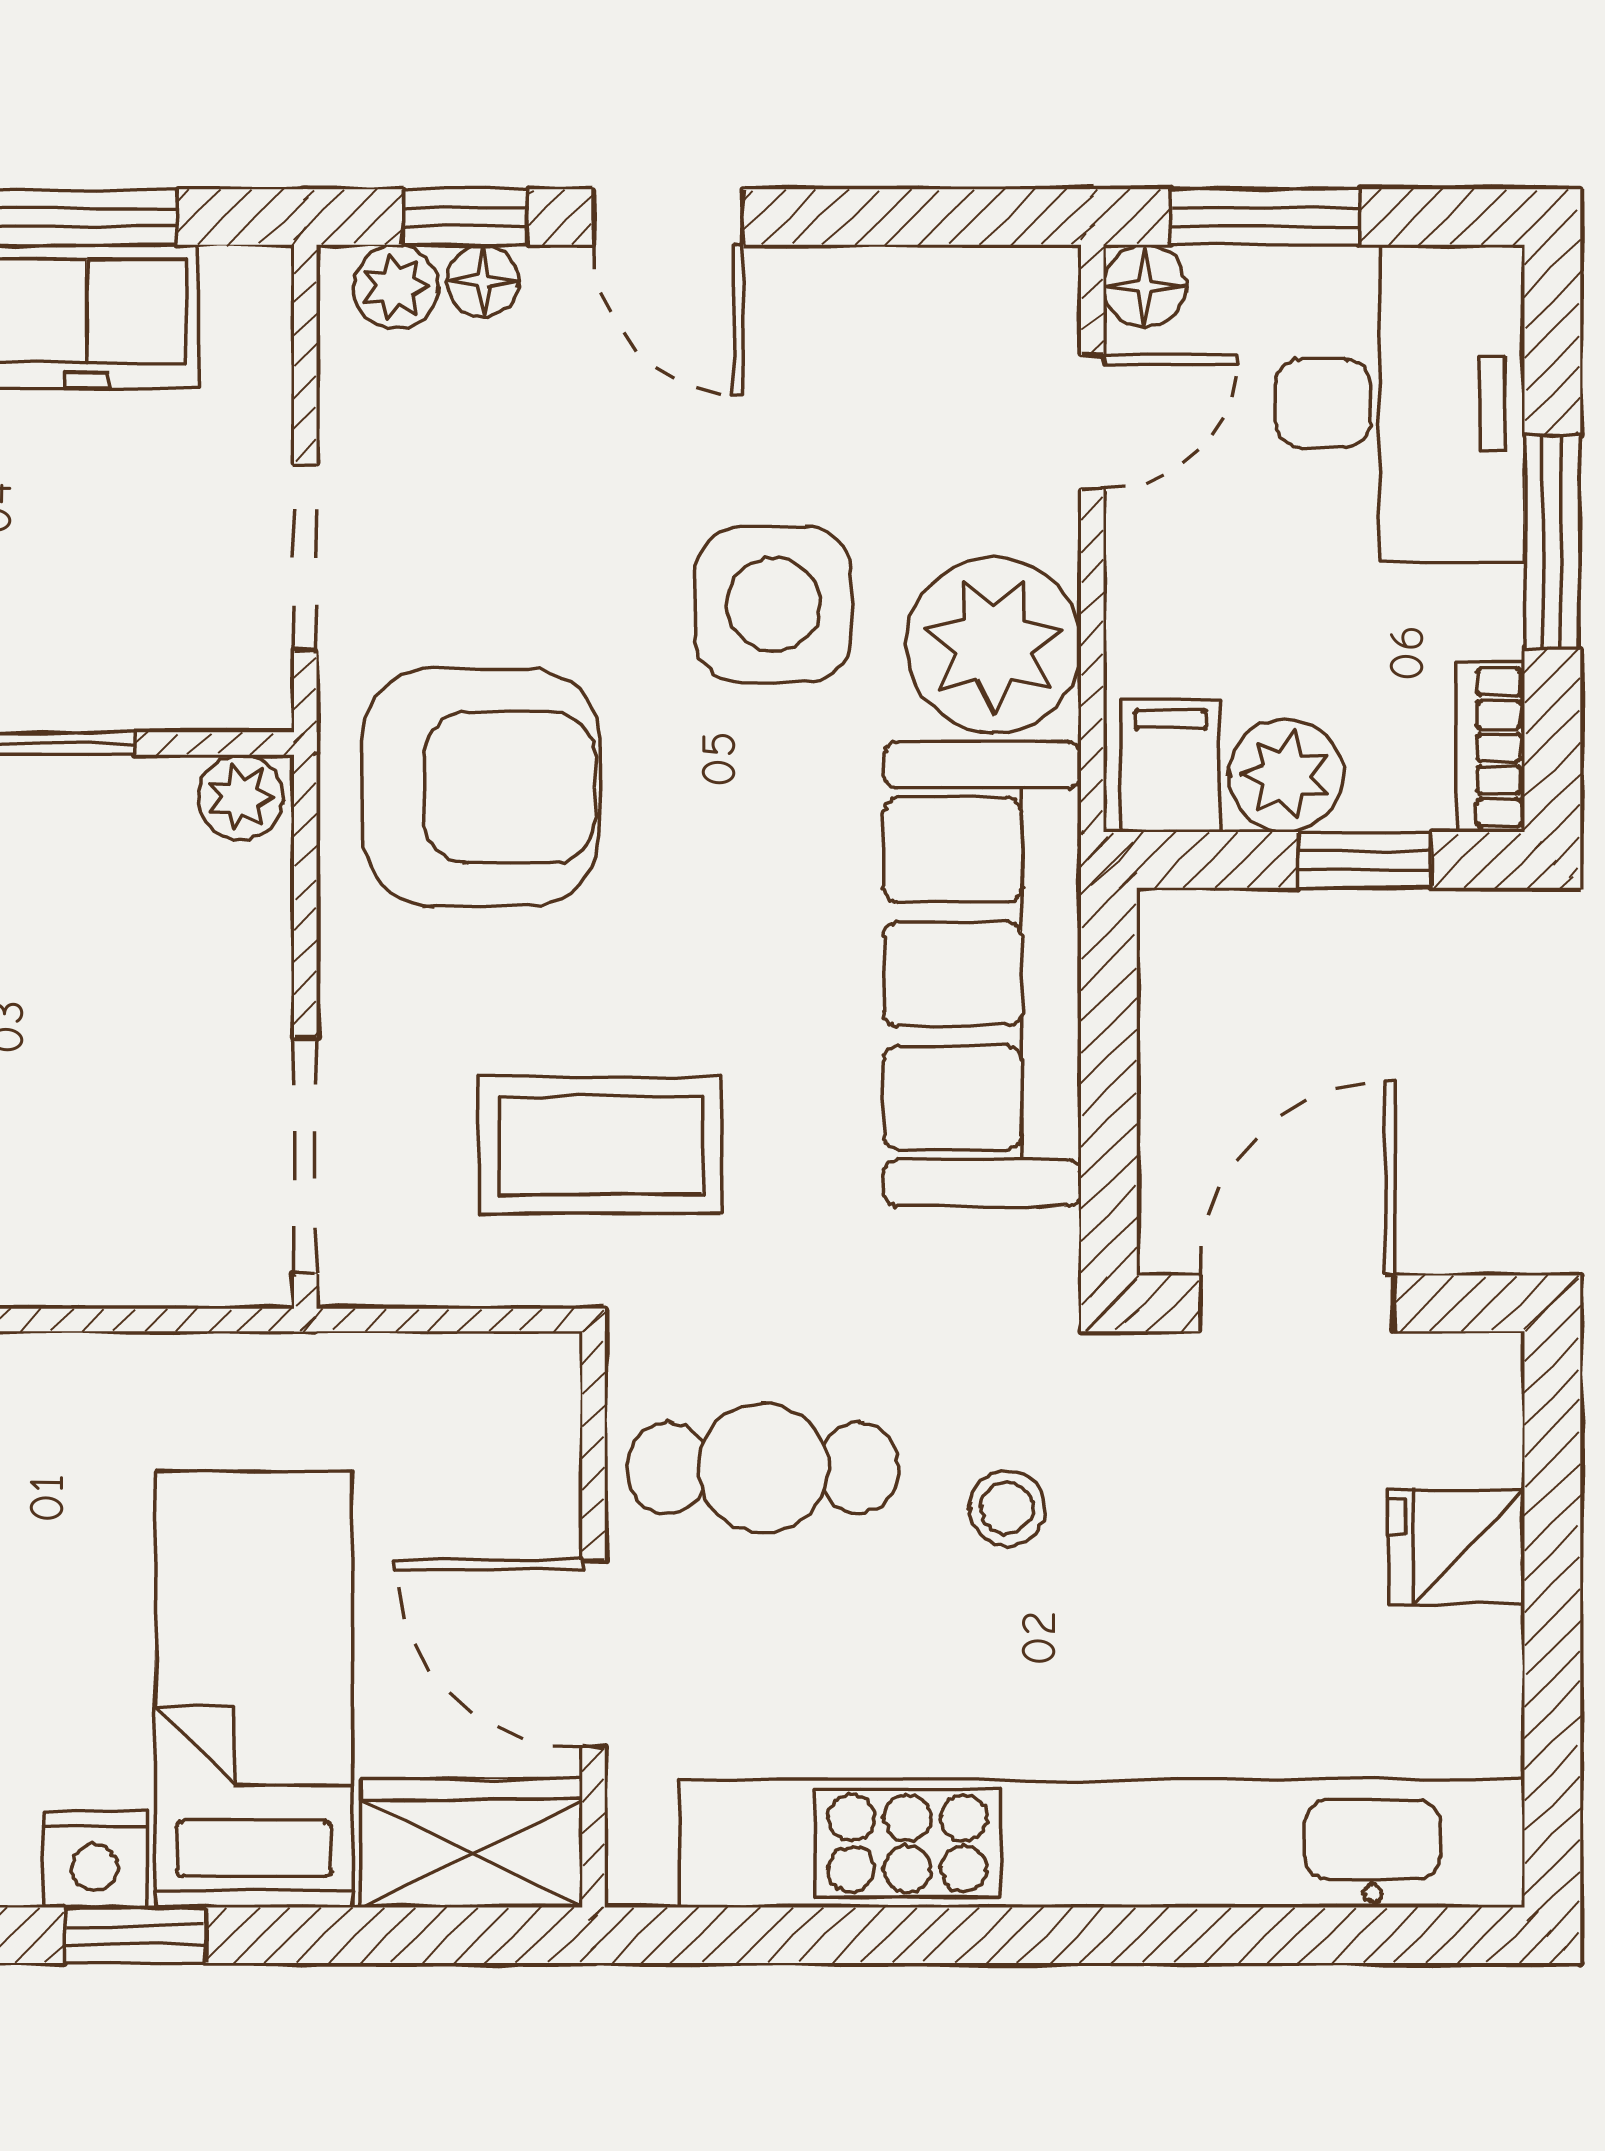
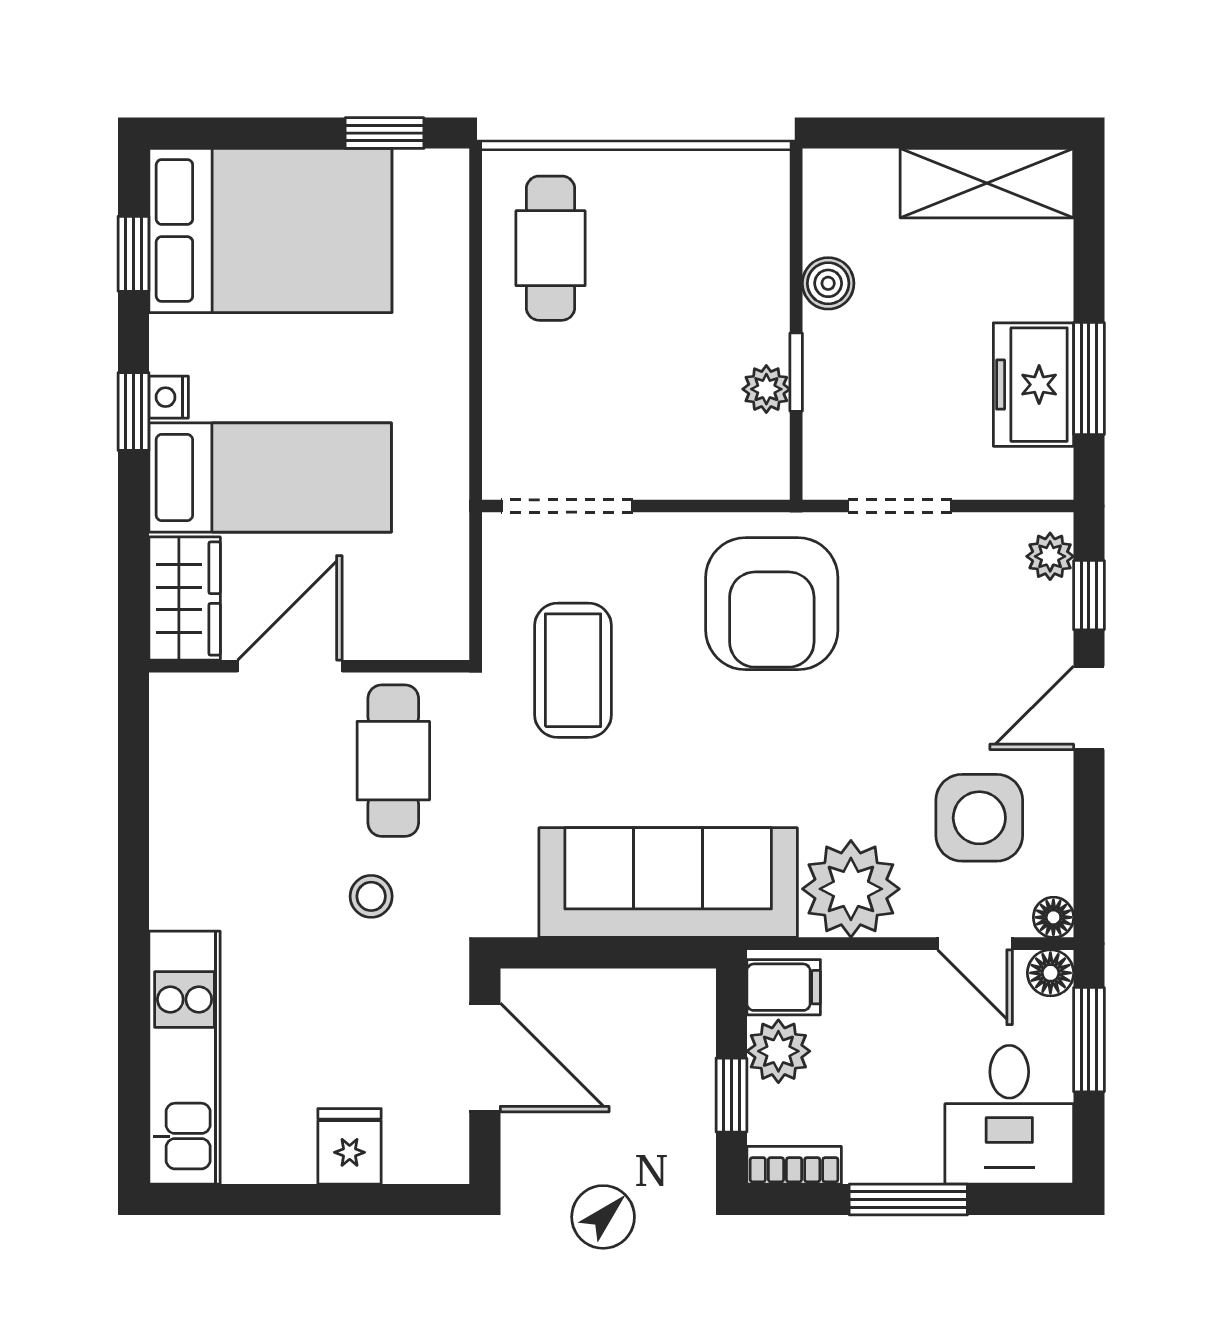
floor lamp: (483, 281) -> (1053, 917), moved
desk: (1400, 403) -> (1009, 1115), width x0.73
side table: (773, 604) -> (979, 818), moved
plant: (240, 797) -> (766, 389), moved
kitchen unit: (1102, 1843) -> (185, 1058), width x0.54
nightstand: (95, 1859) -> (169, 397), width x0.72, depth x0.74

